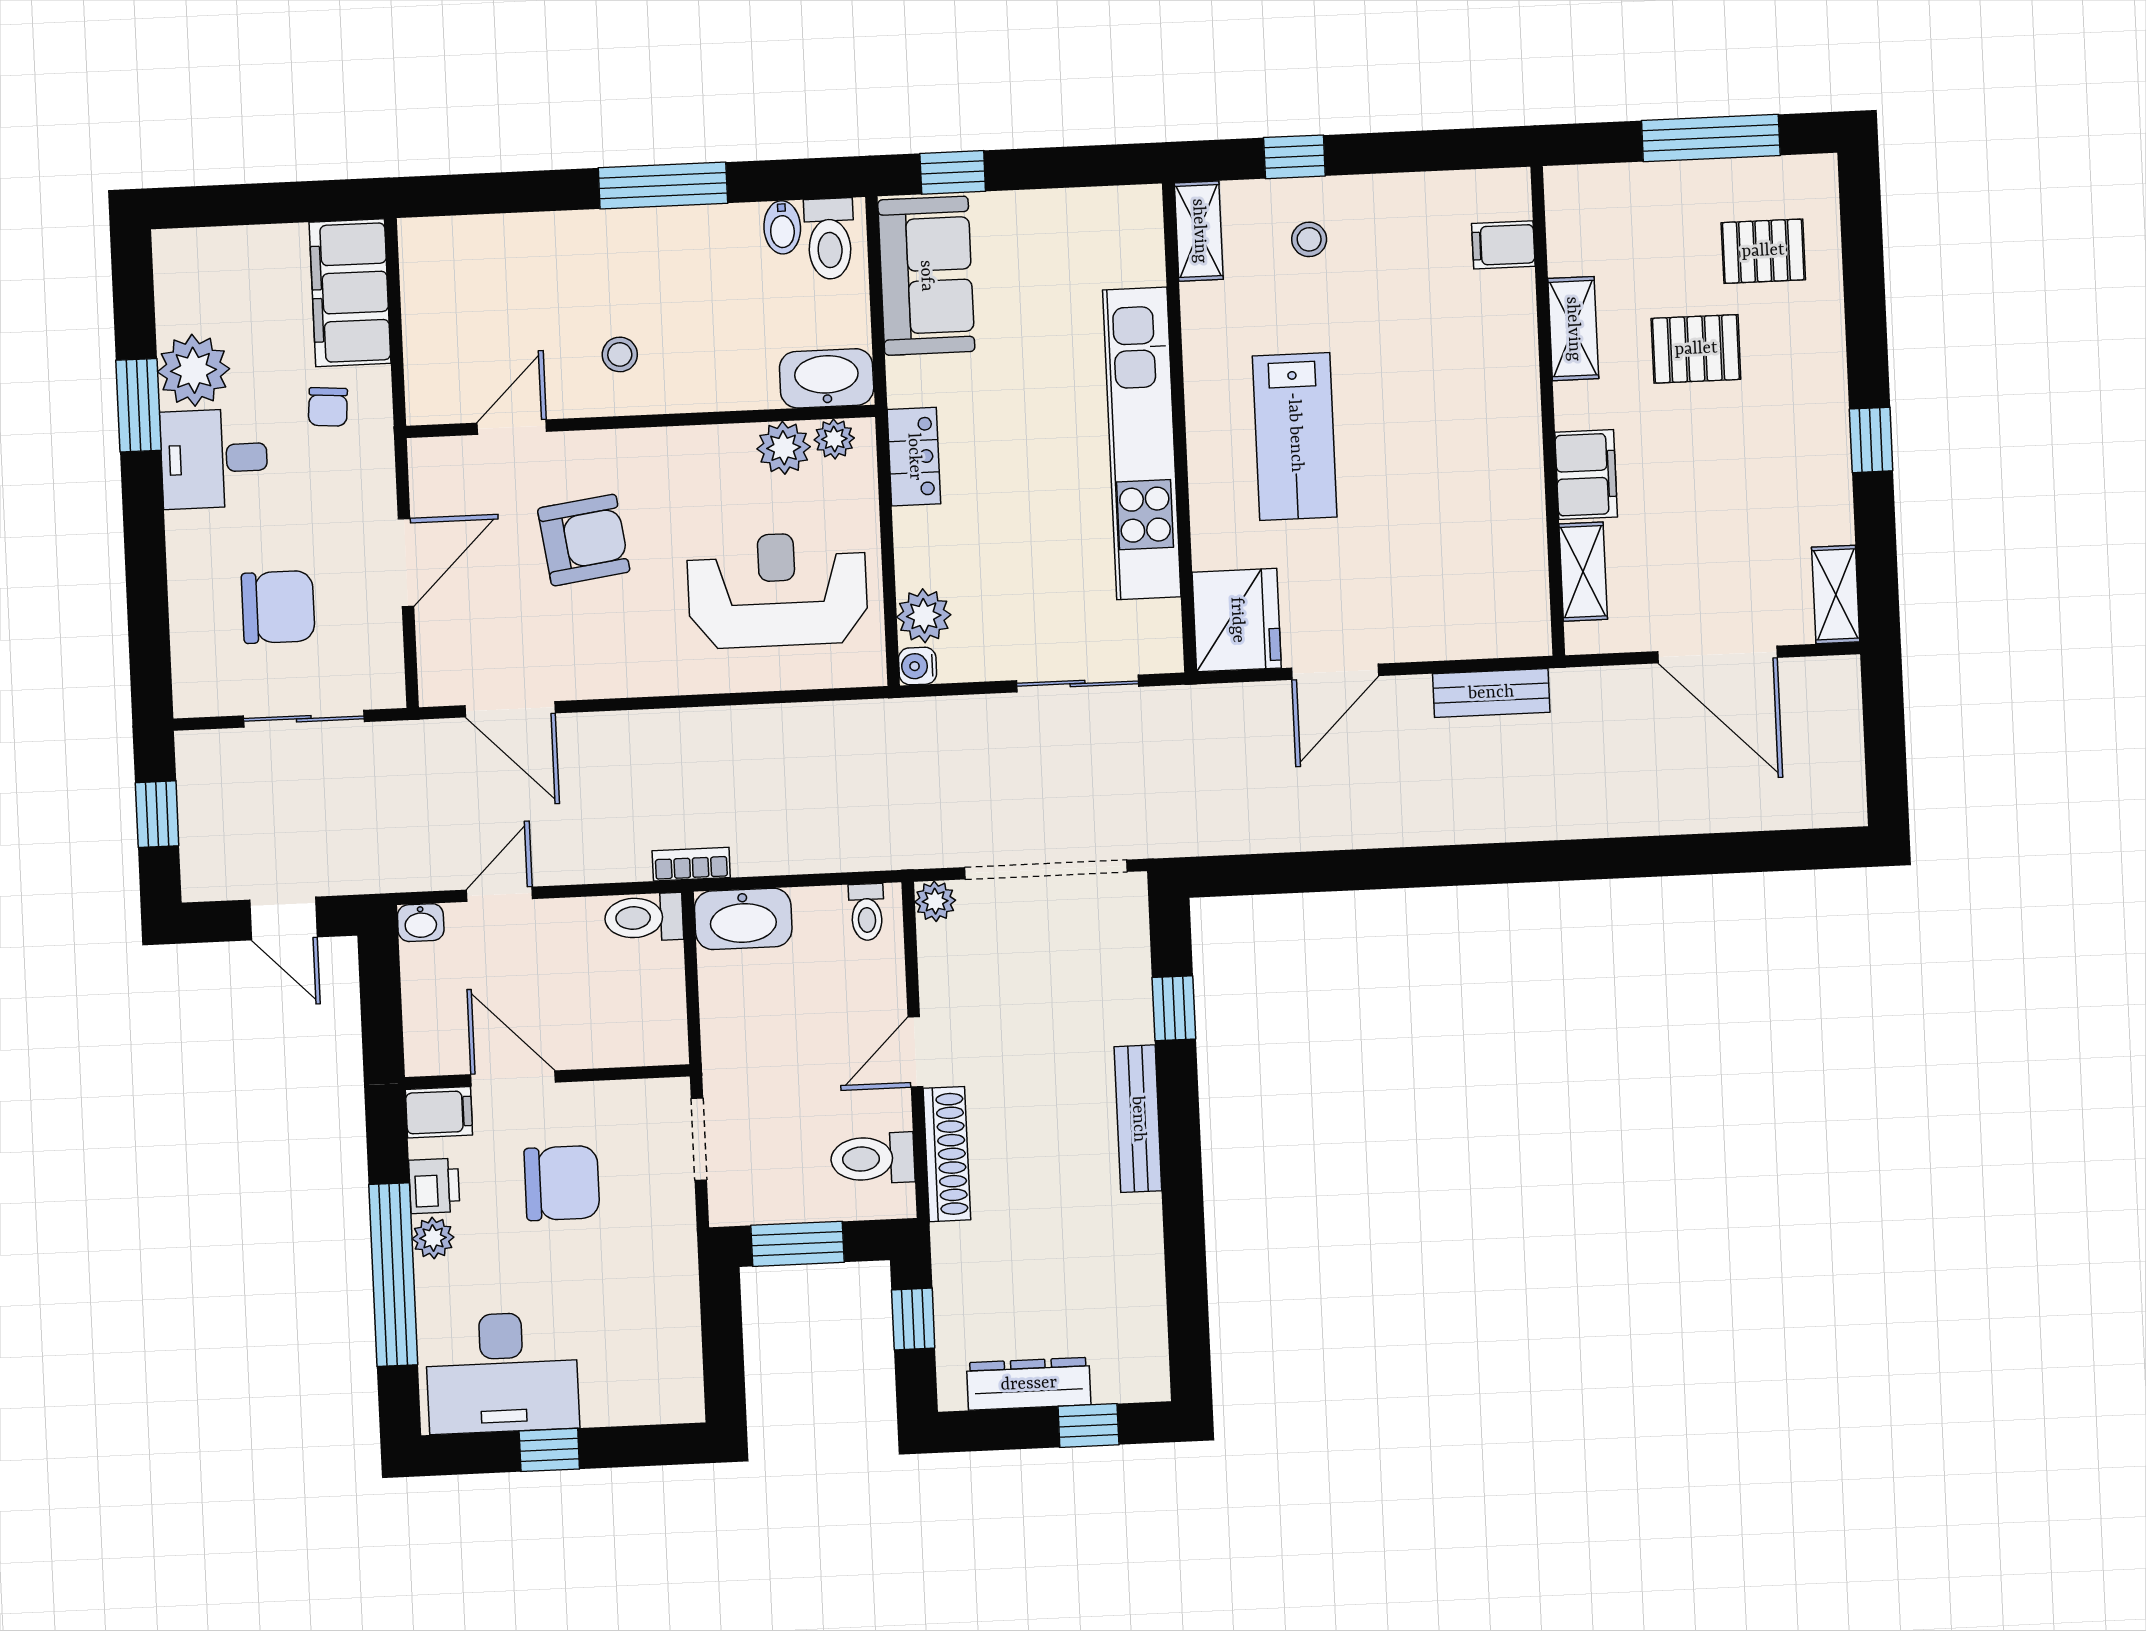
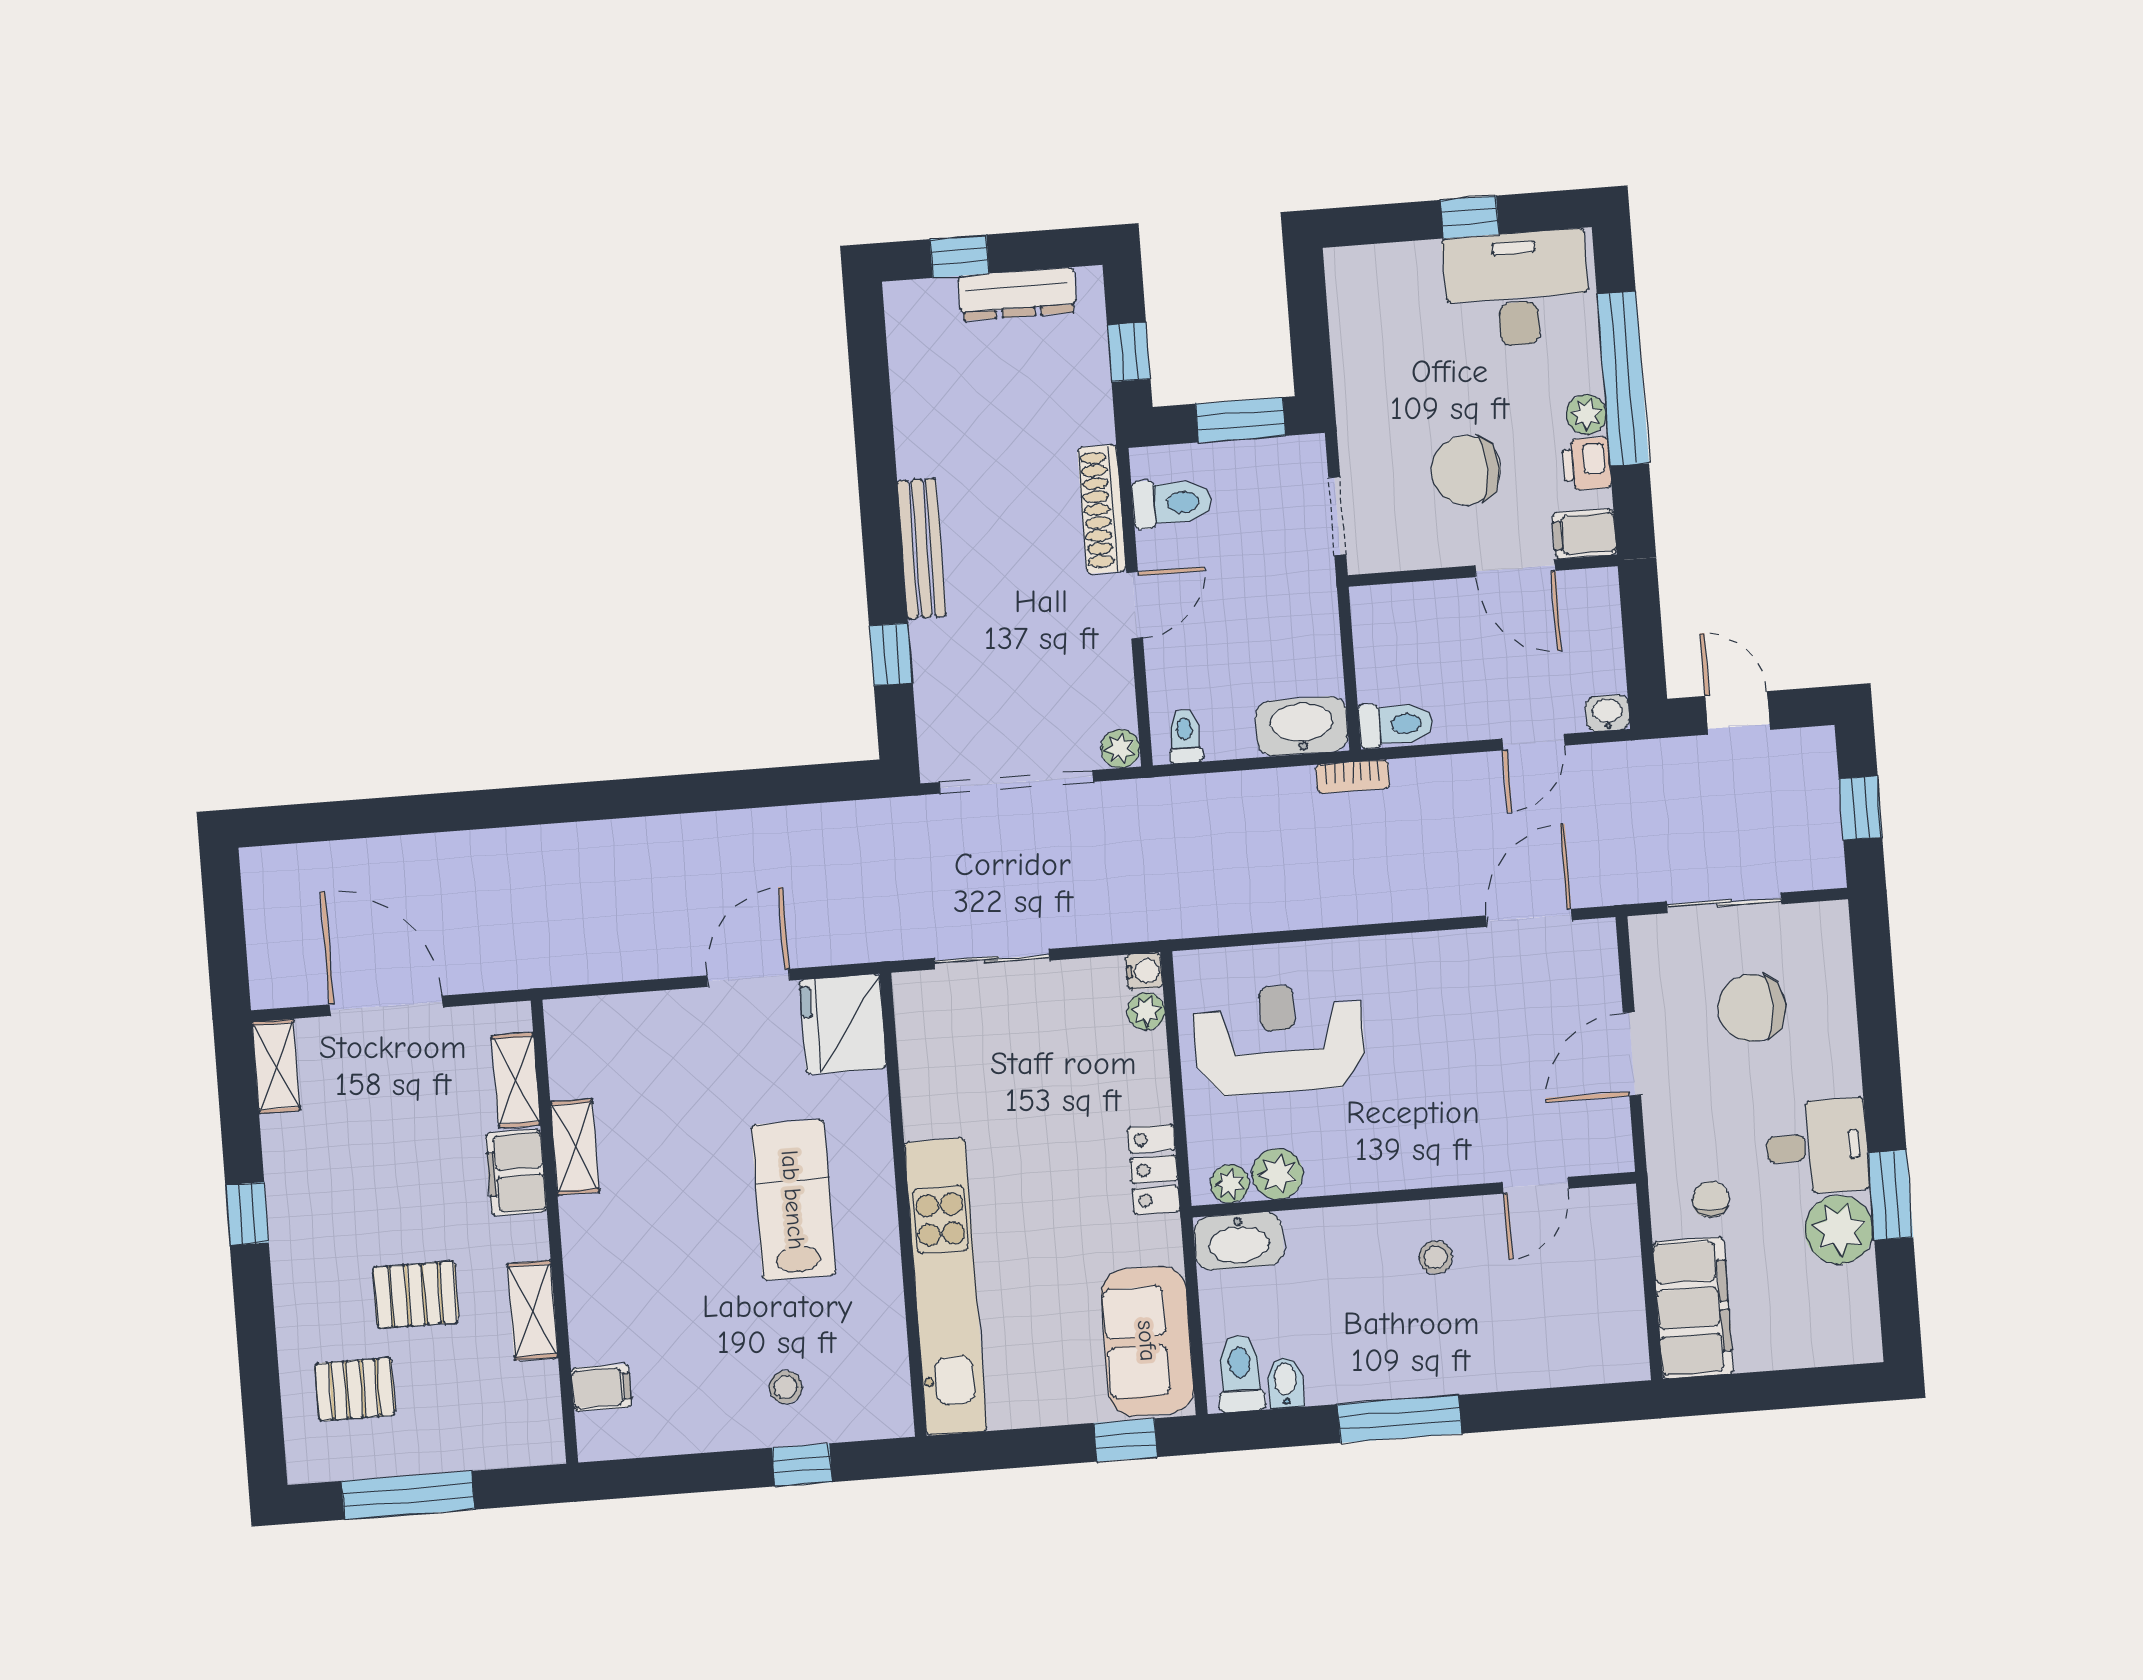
shelving: (1199, 231) -> (575, 1147), moved
kitchen unit: (1142, 443) -> (946, 1287), moved
armchair: (584, 540) -> (1464, 1080), removed
reception desk: (777, 590) -> (1279, 1039), turned 180
plant: (924, 616) -> (1146, 1011), width x0.73, depth x0.73
bench: (1491, 693) -> (599, 963), removed
door: (510, 709) -> (1529, 918), hinge flipped

